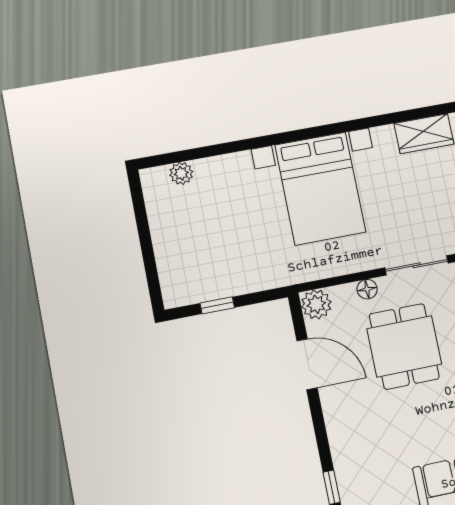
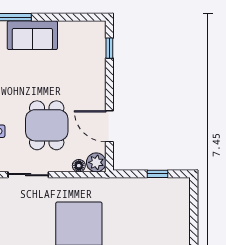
floor lamp: (367, 289) -> (79, 166), moved

